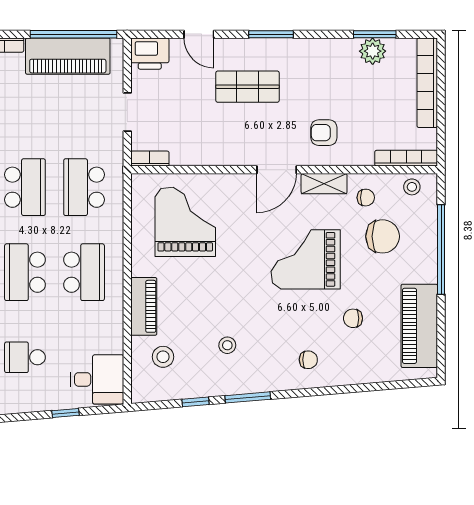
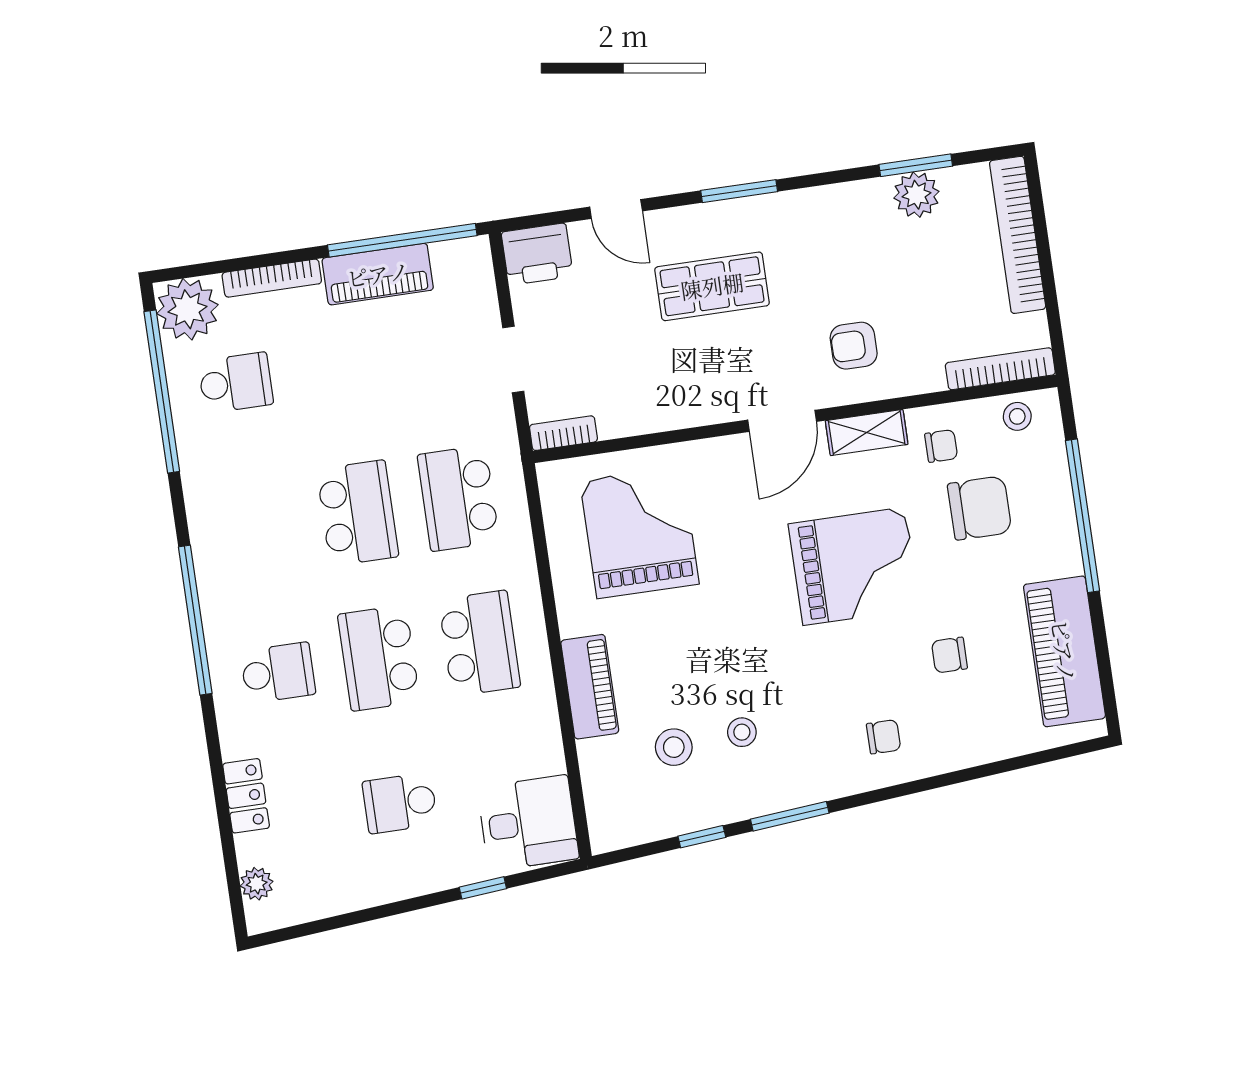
piano: (68, 56) -> (378, 274), width x0.73, depth x0.75
grand piano: (306, 259) -> (854, 566), turned 180
stool: (163, 357) -> (674, 747), moved

